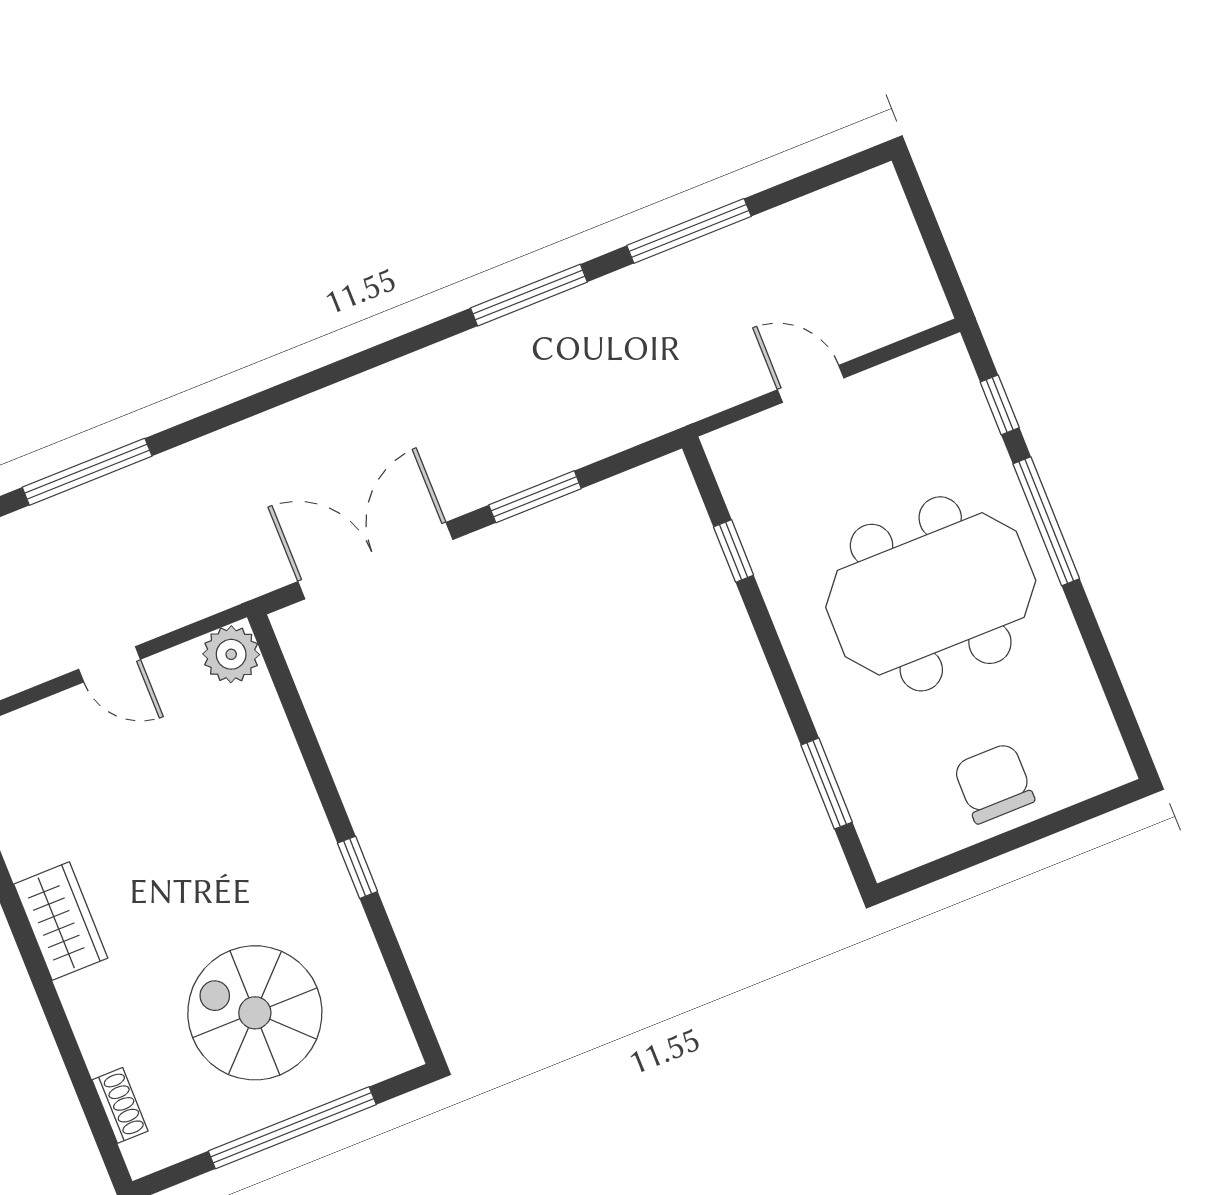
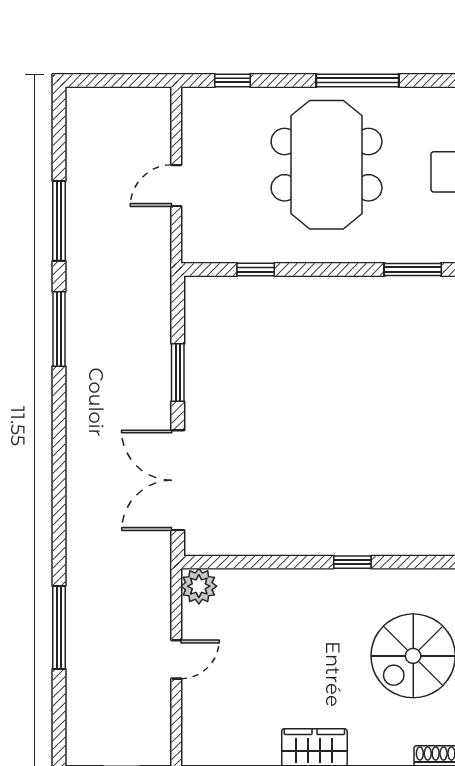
window: (1046, 521) -> (357, 80), moved

